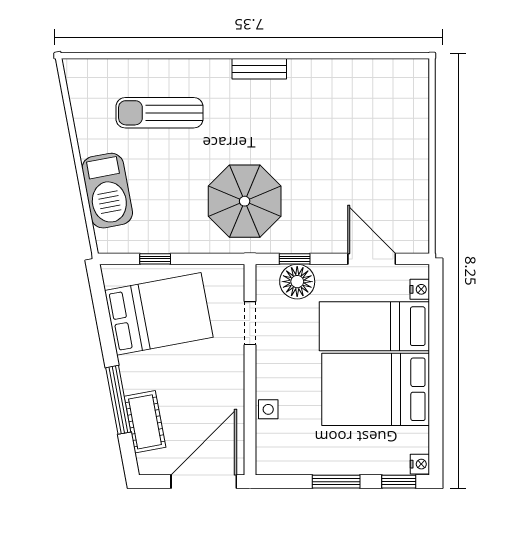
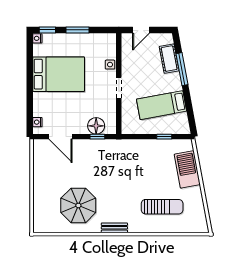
parasol: (245, 201) -> (78, 205), moved
bed: (159, 314) -> (162, 105), width x0.67
doorway: (250, 323) -> (119, 88), moved
bed: (374, 326) -> (59, 104), removed
door: (204, 482) -> (141, 30), width x0.53

